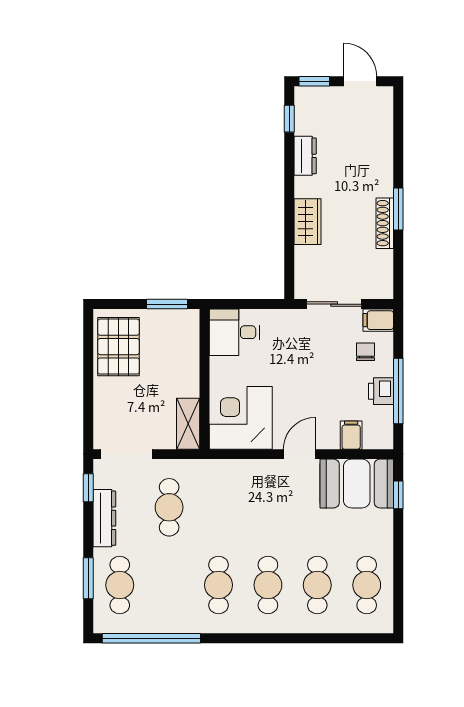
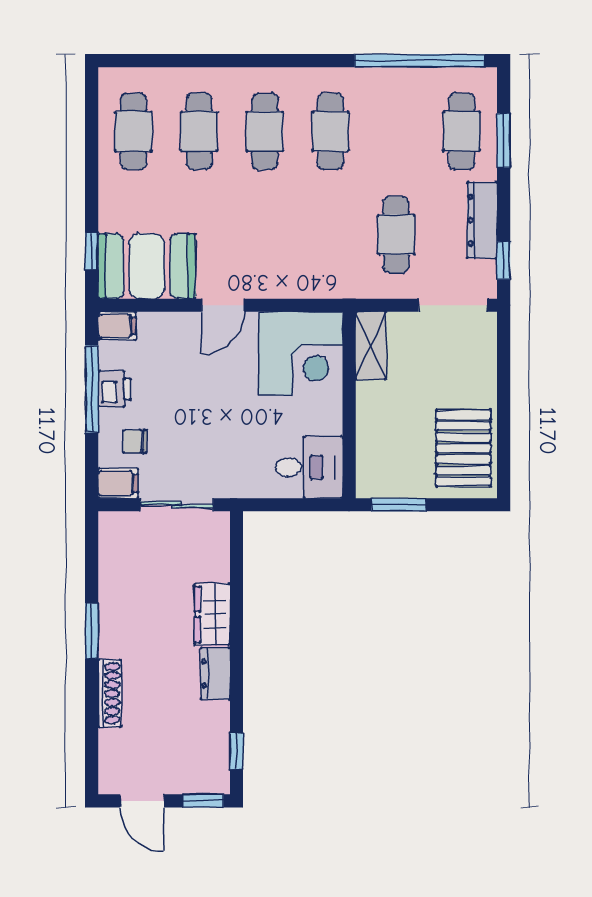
dresser: (305, 156) -> (215, 674), moved
shoe rack: (385, 223) -> (110, 693), moved
chair: (366, 352) -> (135, 441), turned 90
filing cabinet: (351, 435) -> (117, 326), moved, turned -90

